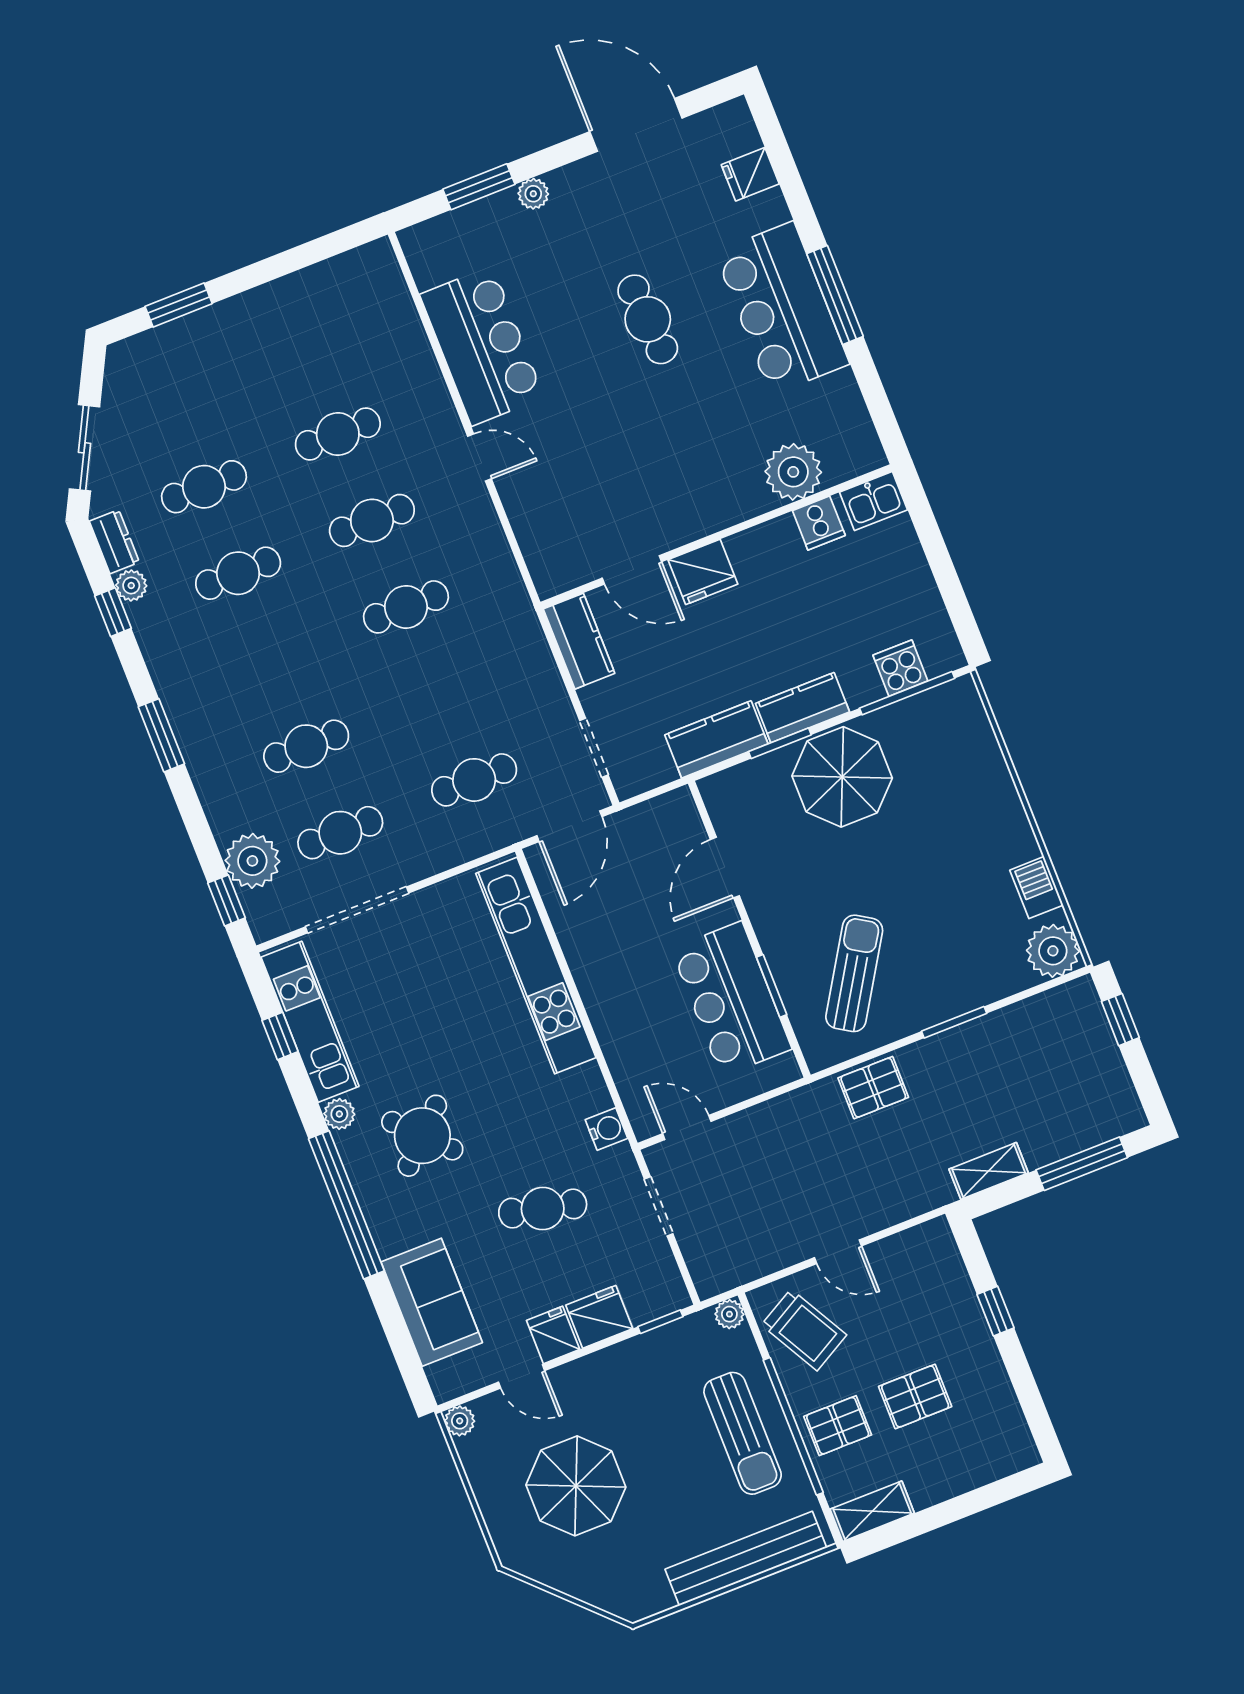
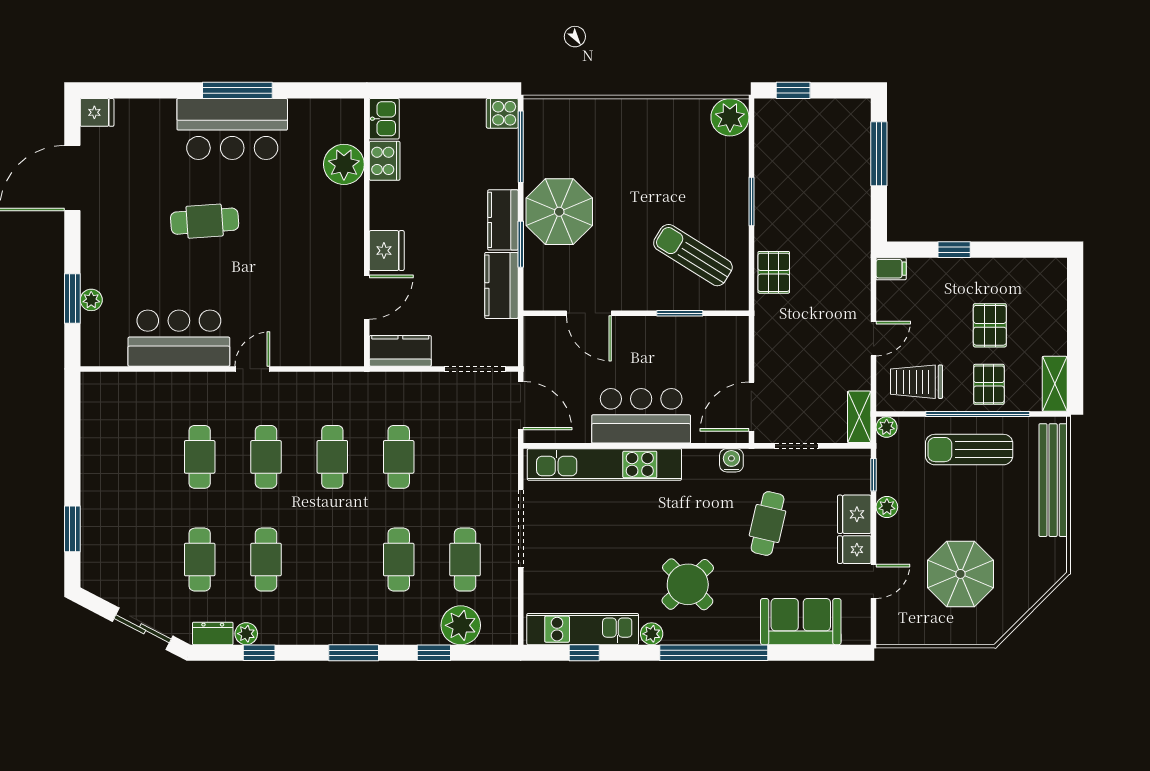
fridge: (750, 174) -> (97, 112), moved, turned -90
plant: (533, 194) -> (91, 300), moved
cooker: (819, 523) -> (385, 161), width x1.36
cooker: (900, 668) -> (502, 113), moved
doorway: (594, 748) -> (475, 369), width x1.38
cafe table: (474, 780) -> (399, 457), moved
barbecue: (1036, 888) -> (684, 112), removed
window: (227, 900) -> (434, 653), moved
doorway: (357, 910) -> (521, 528), moved
bar counter: (731, 999) -> (641, 416), moved, turned 180
door: (687, 1128) -> (751, 407), width x1.38
shelving: (989, 1171) -> (859, 417), moved
filing cabinet: (938, 1239) -> (891, 269), added
trolley: (804, 1330) -> (917, 382), turned -151
plant: (460, 1421) -> (887, 507), moved
sun lounger: (743, 1433) -> (969, 450), turned 180

